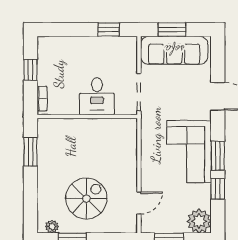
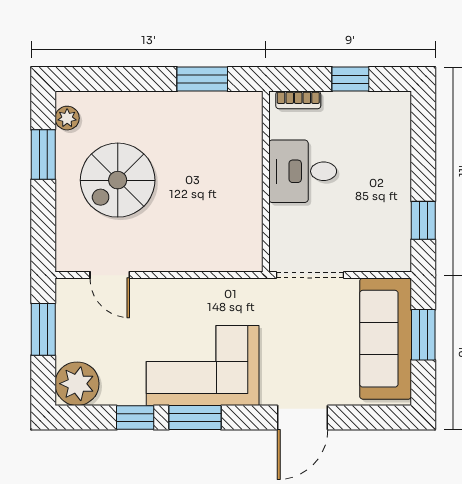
desk: (97, 96) -> (303, 171), moved
spiral stairs: (86, 199) -> (118, 180), turned 90

